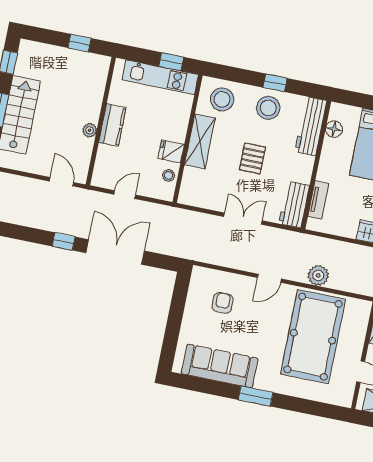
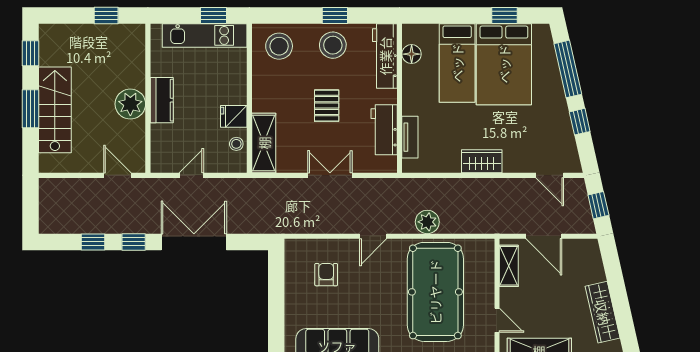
plant: (90, 130) -> (130, 104), width x1.88, depth x1.88
shelving: (200, 141) -> (264, 143), moved
workbench: (294, 205) -> (384, 130), moved
window: (29, 234) -> (93, 242), added

